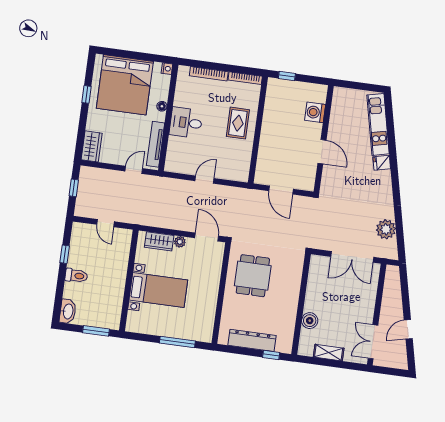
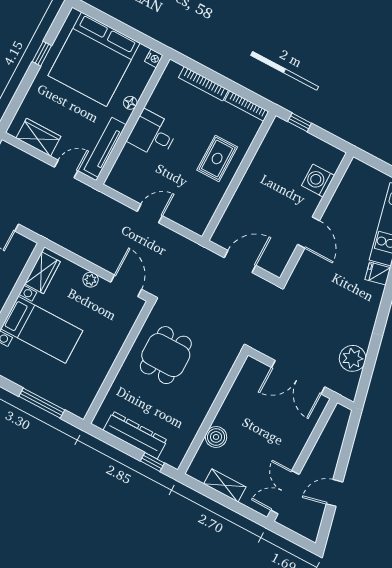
wardrobe: (92, 146) -> (38, 137), moved, turned -90
door: (281, 190) -> (240, 261), swing flipped
wardrobe: (159, 241) -> (43, 273), moved, turned -90

